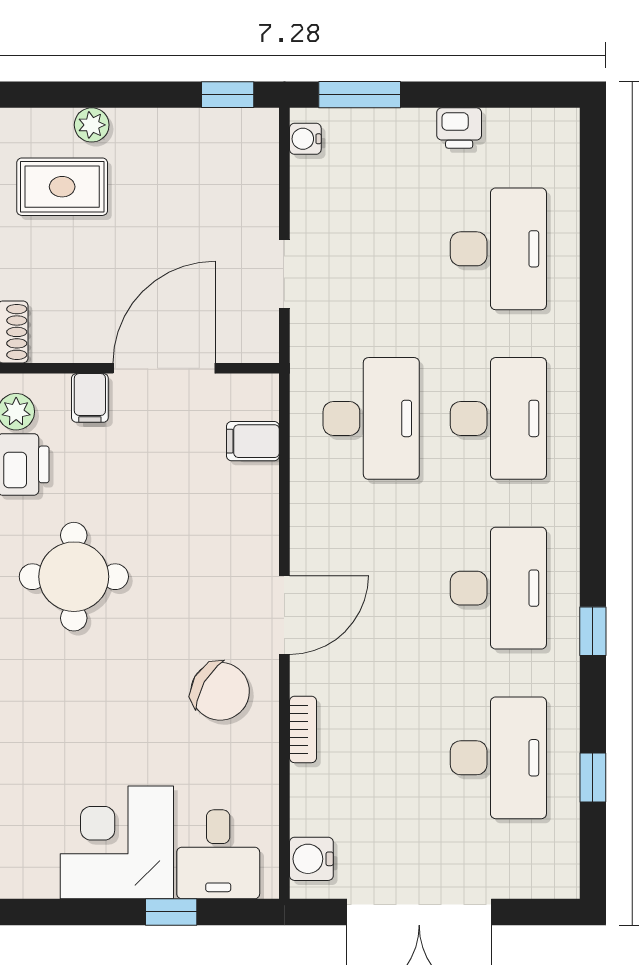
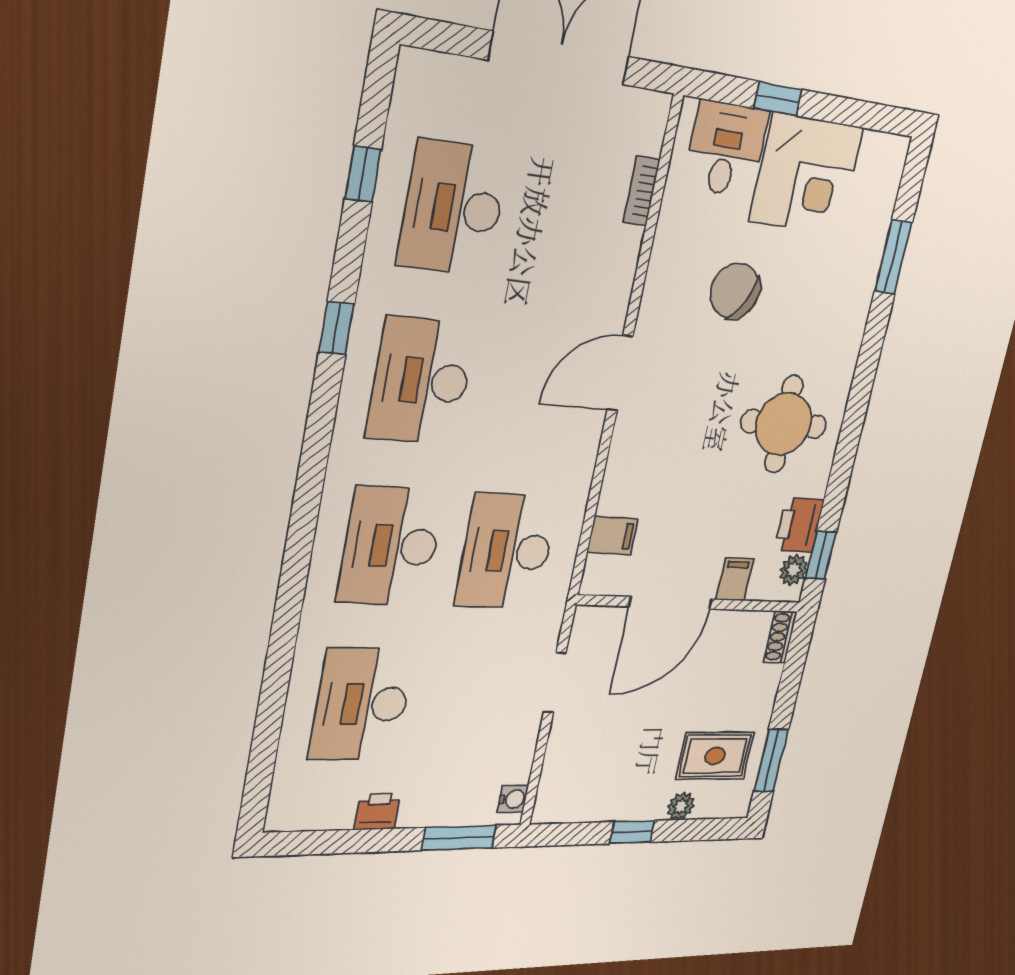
window: (228, 95) -> (632, 832), moved
chair: (220, 691) -> (735, 291), moved
bookcase: (303, 729) -> (642, 191), moved
water cooler: (311, 859) -> (646, 131), removed

